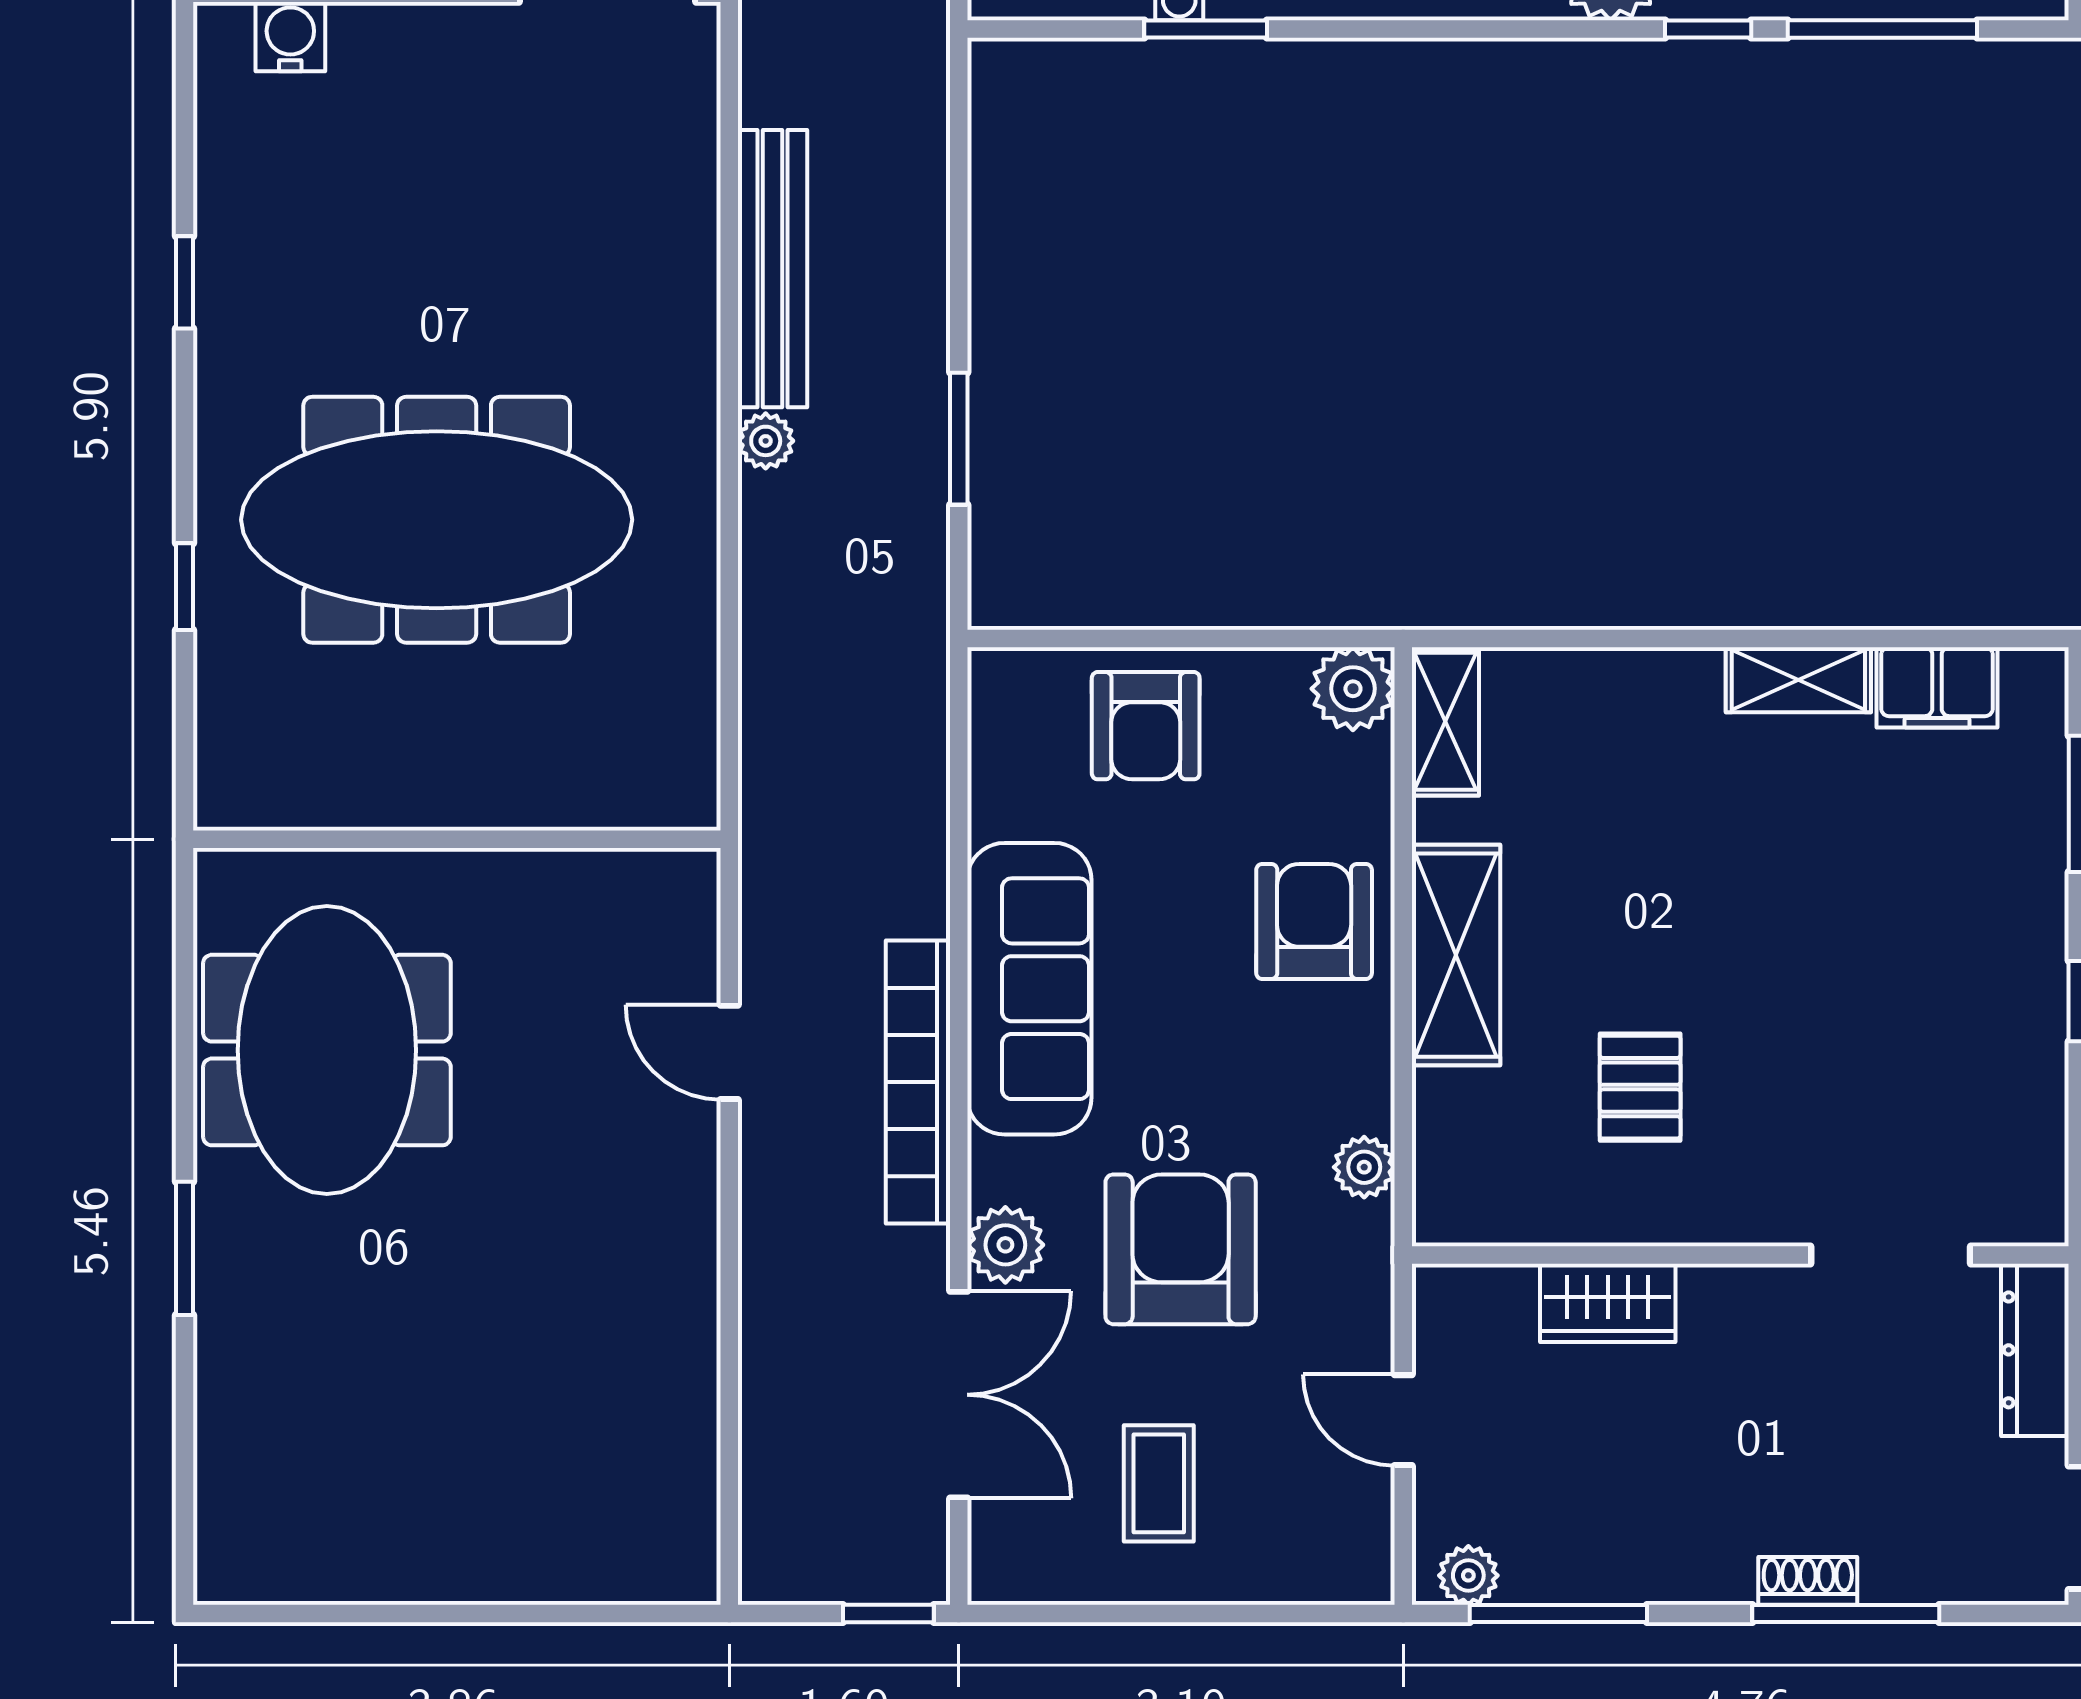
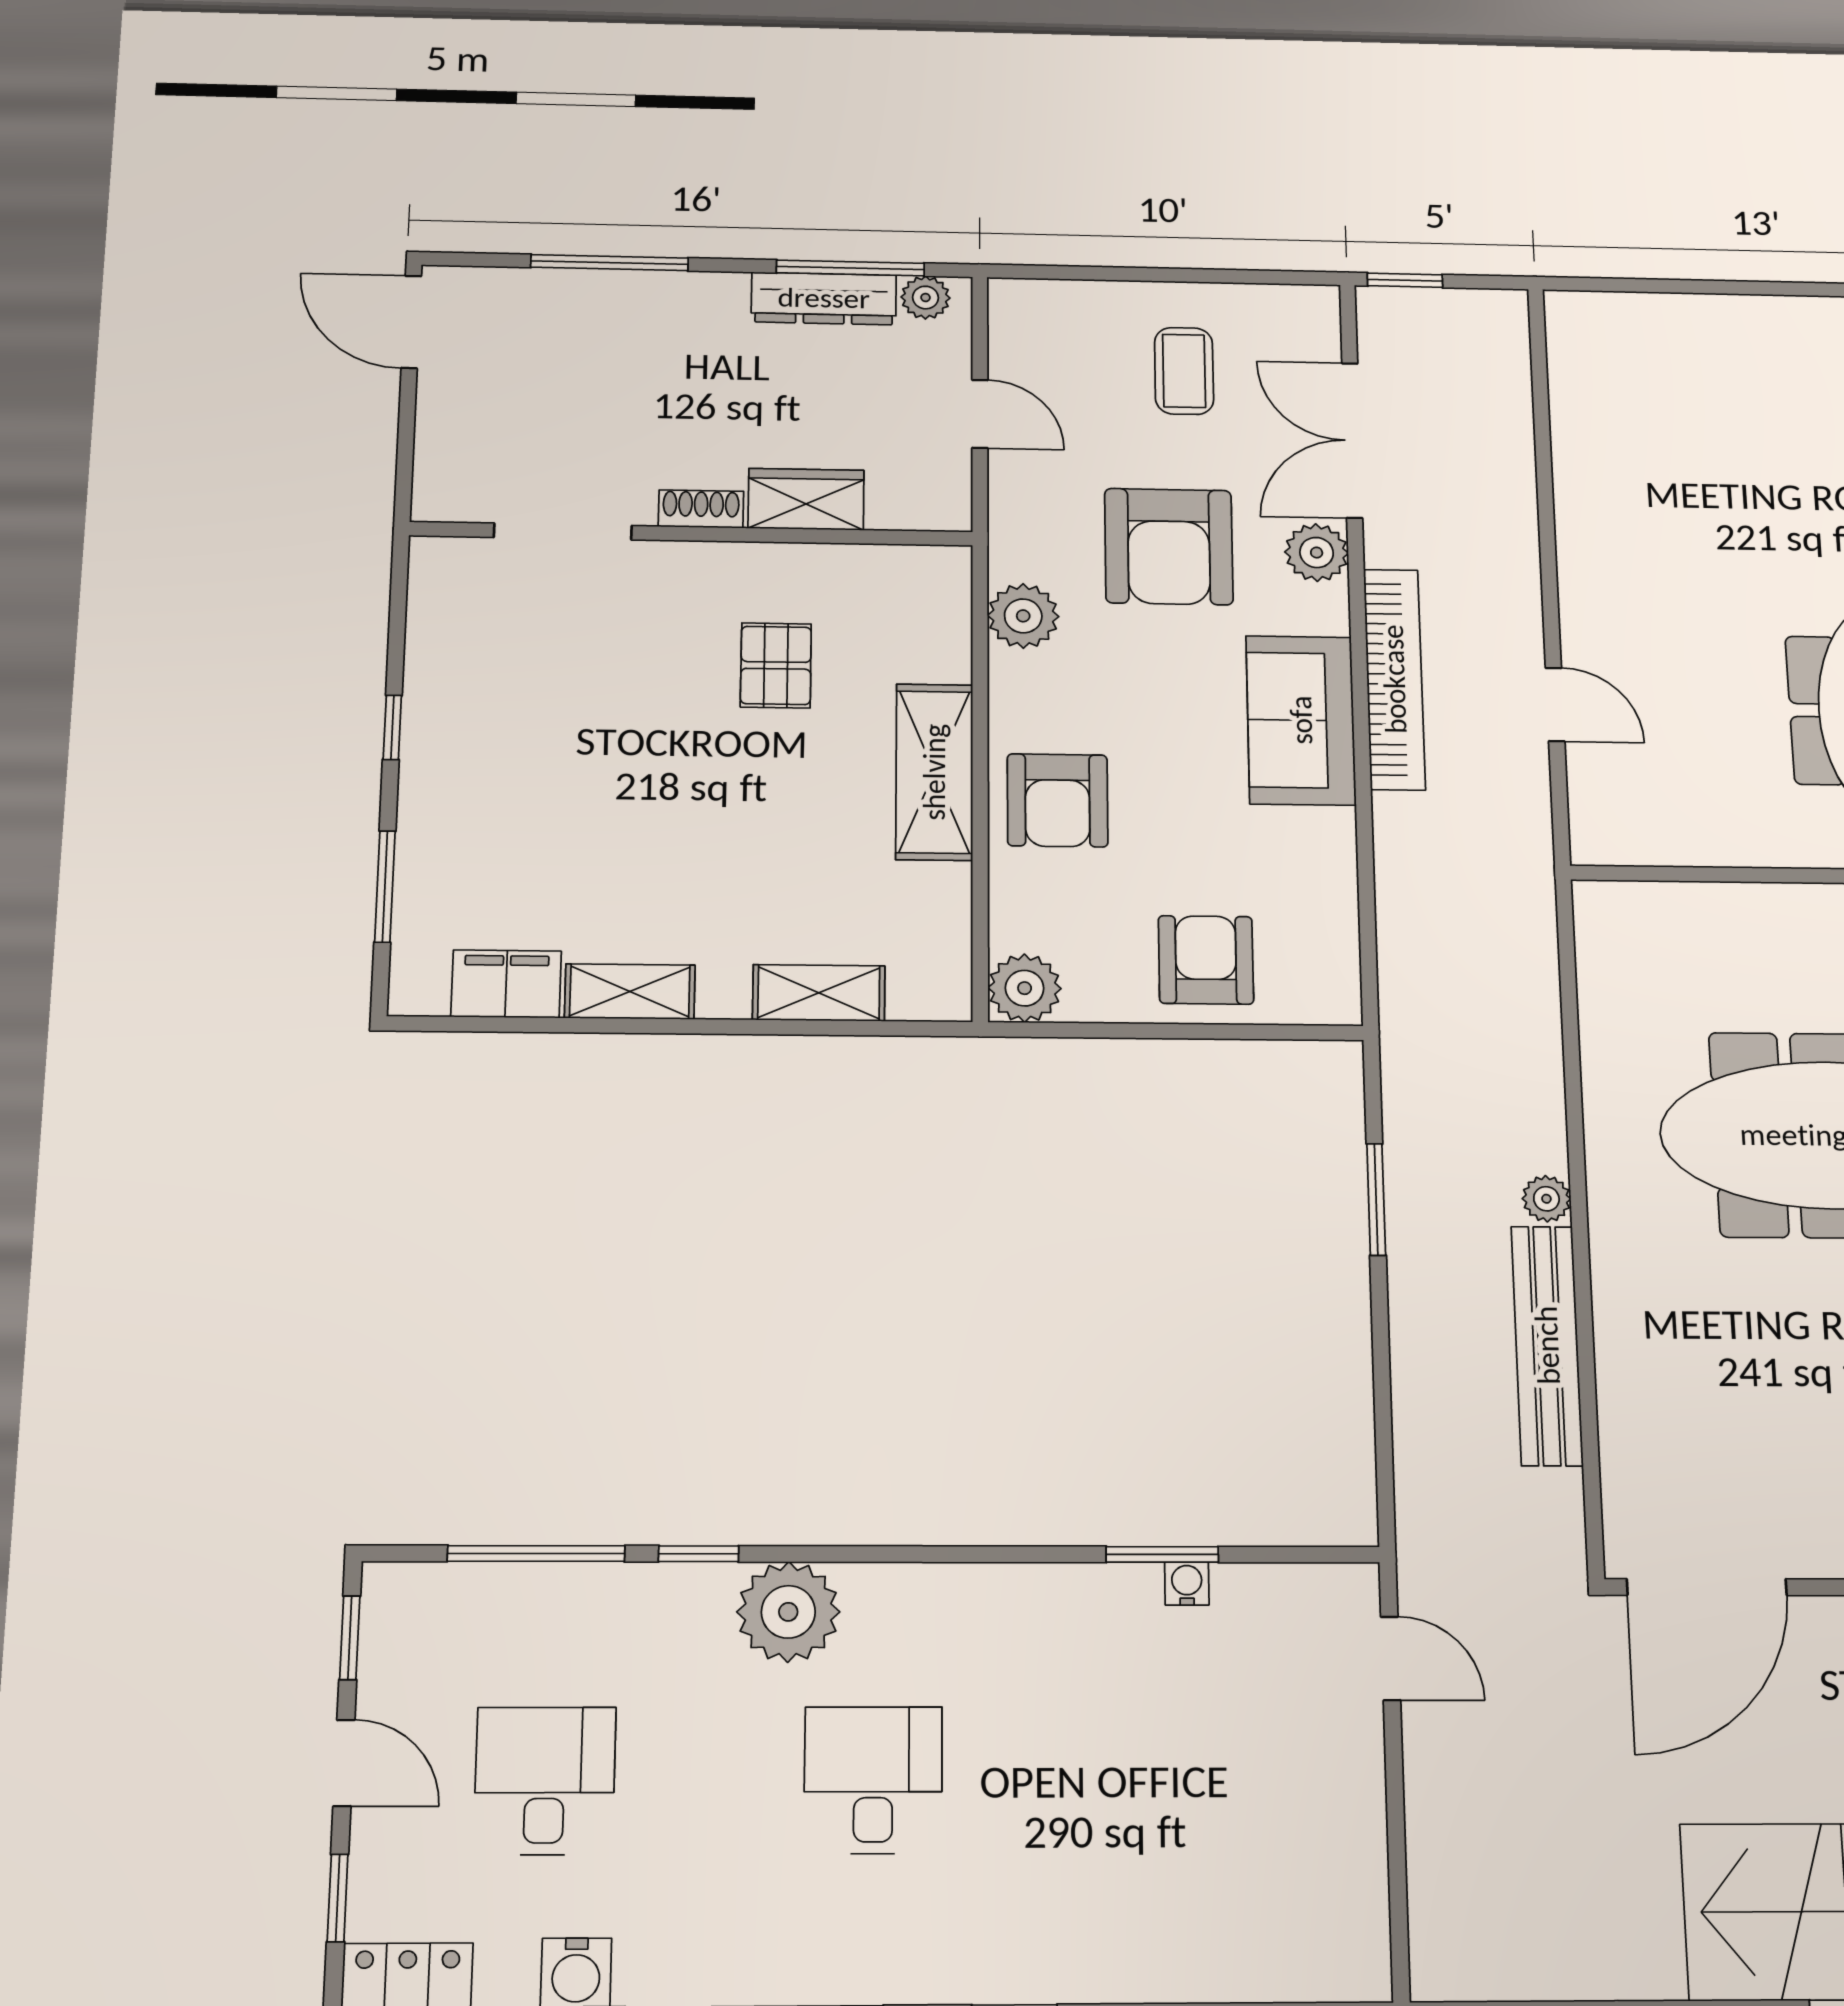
shelving: (1445, 721) -> (819, 993), moved, turned 90
sofa: (1029, 989) -> (1301, 720), width x0.73
plant: (1364, 1167) -> (1023, 616), width x1.38, depth x1.38
dresser: (2035, 1350) -> (824, 298), moved, turned 90
shoe rack: (1808, 1581) -> (701, 509), moved, turned 180

